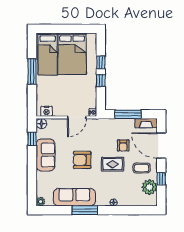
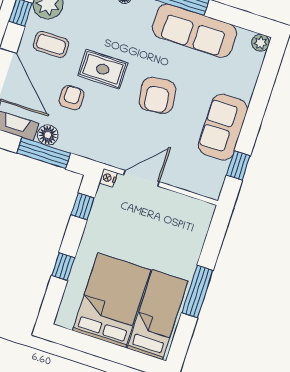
window: (101, 81) -> (83, 206), moved
nightstand: (46, 111) -> (194, 208), removed
floor lamp: (41, 124) -> (48, 135), moved
armchair: (82, 160) -> (157, 95), turned 83

